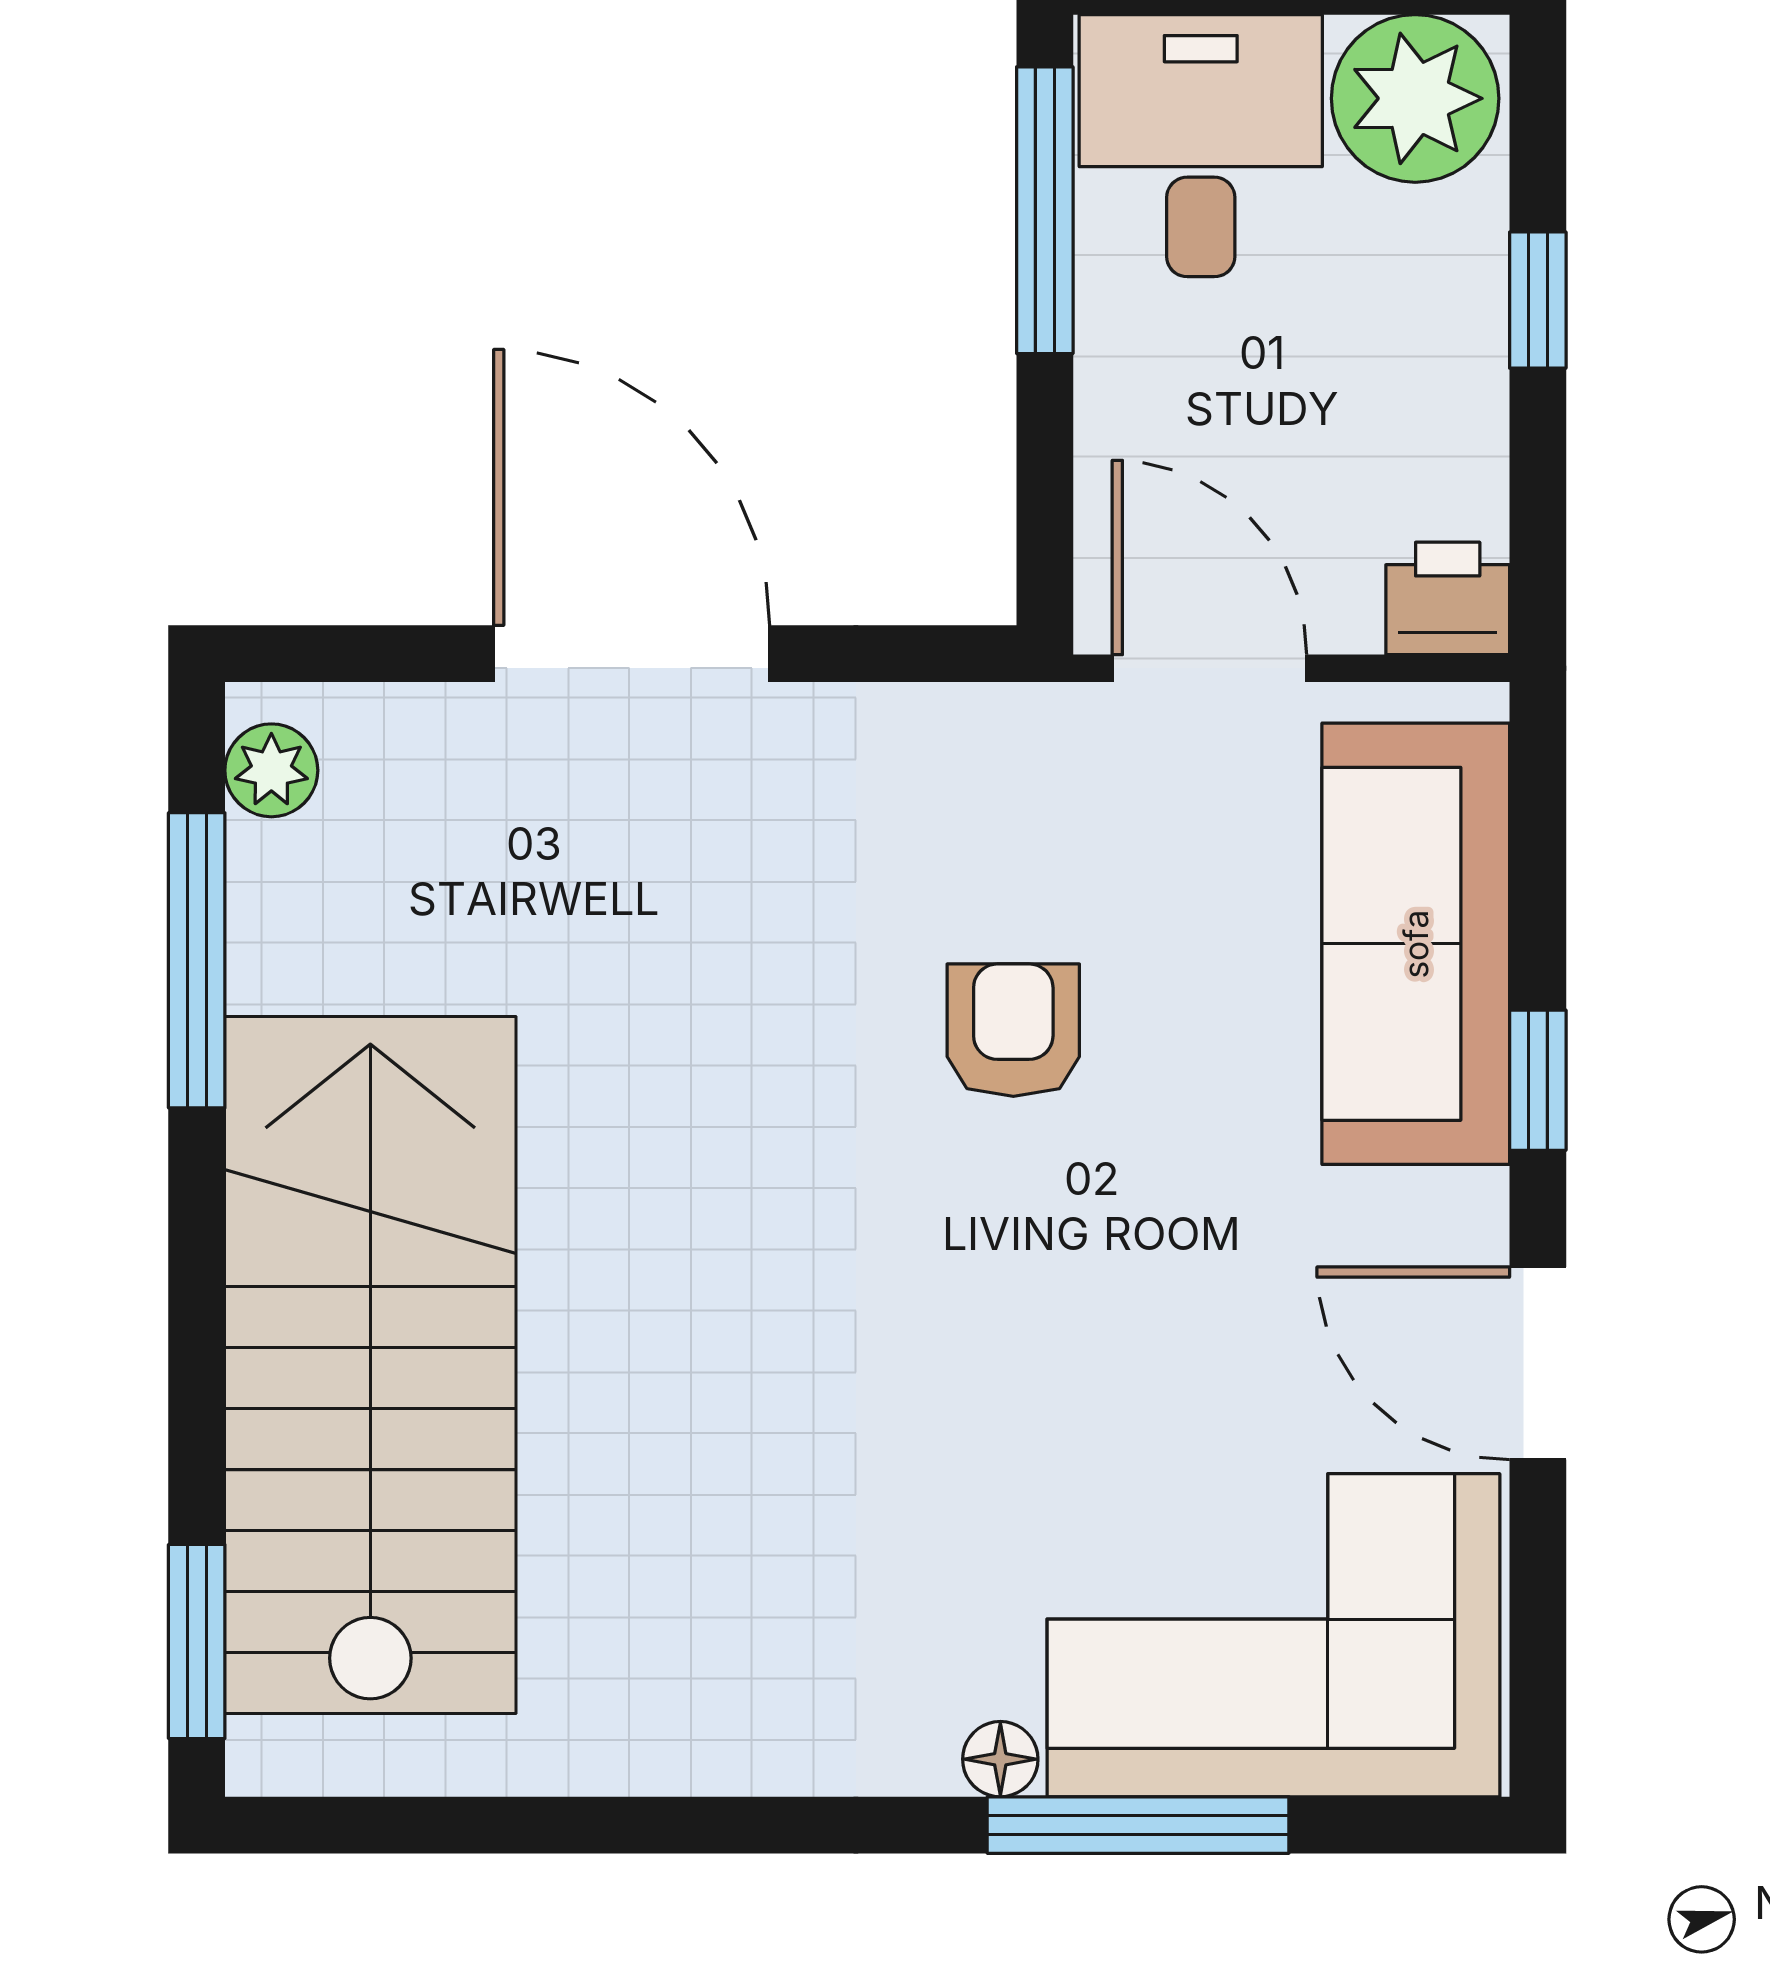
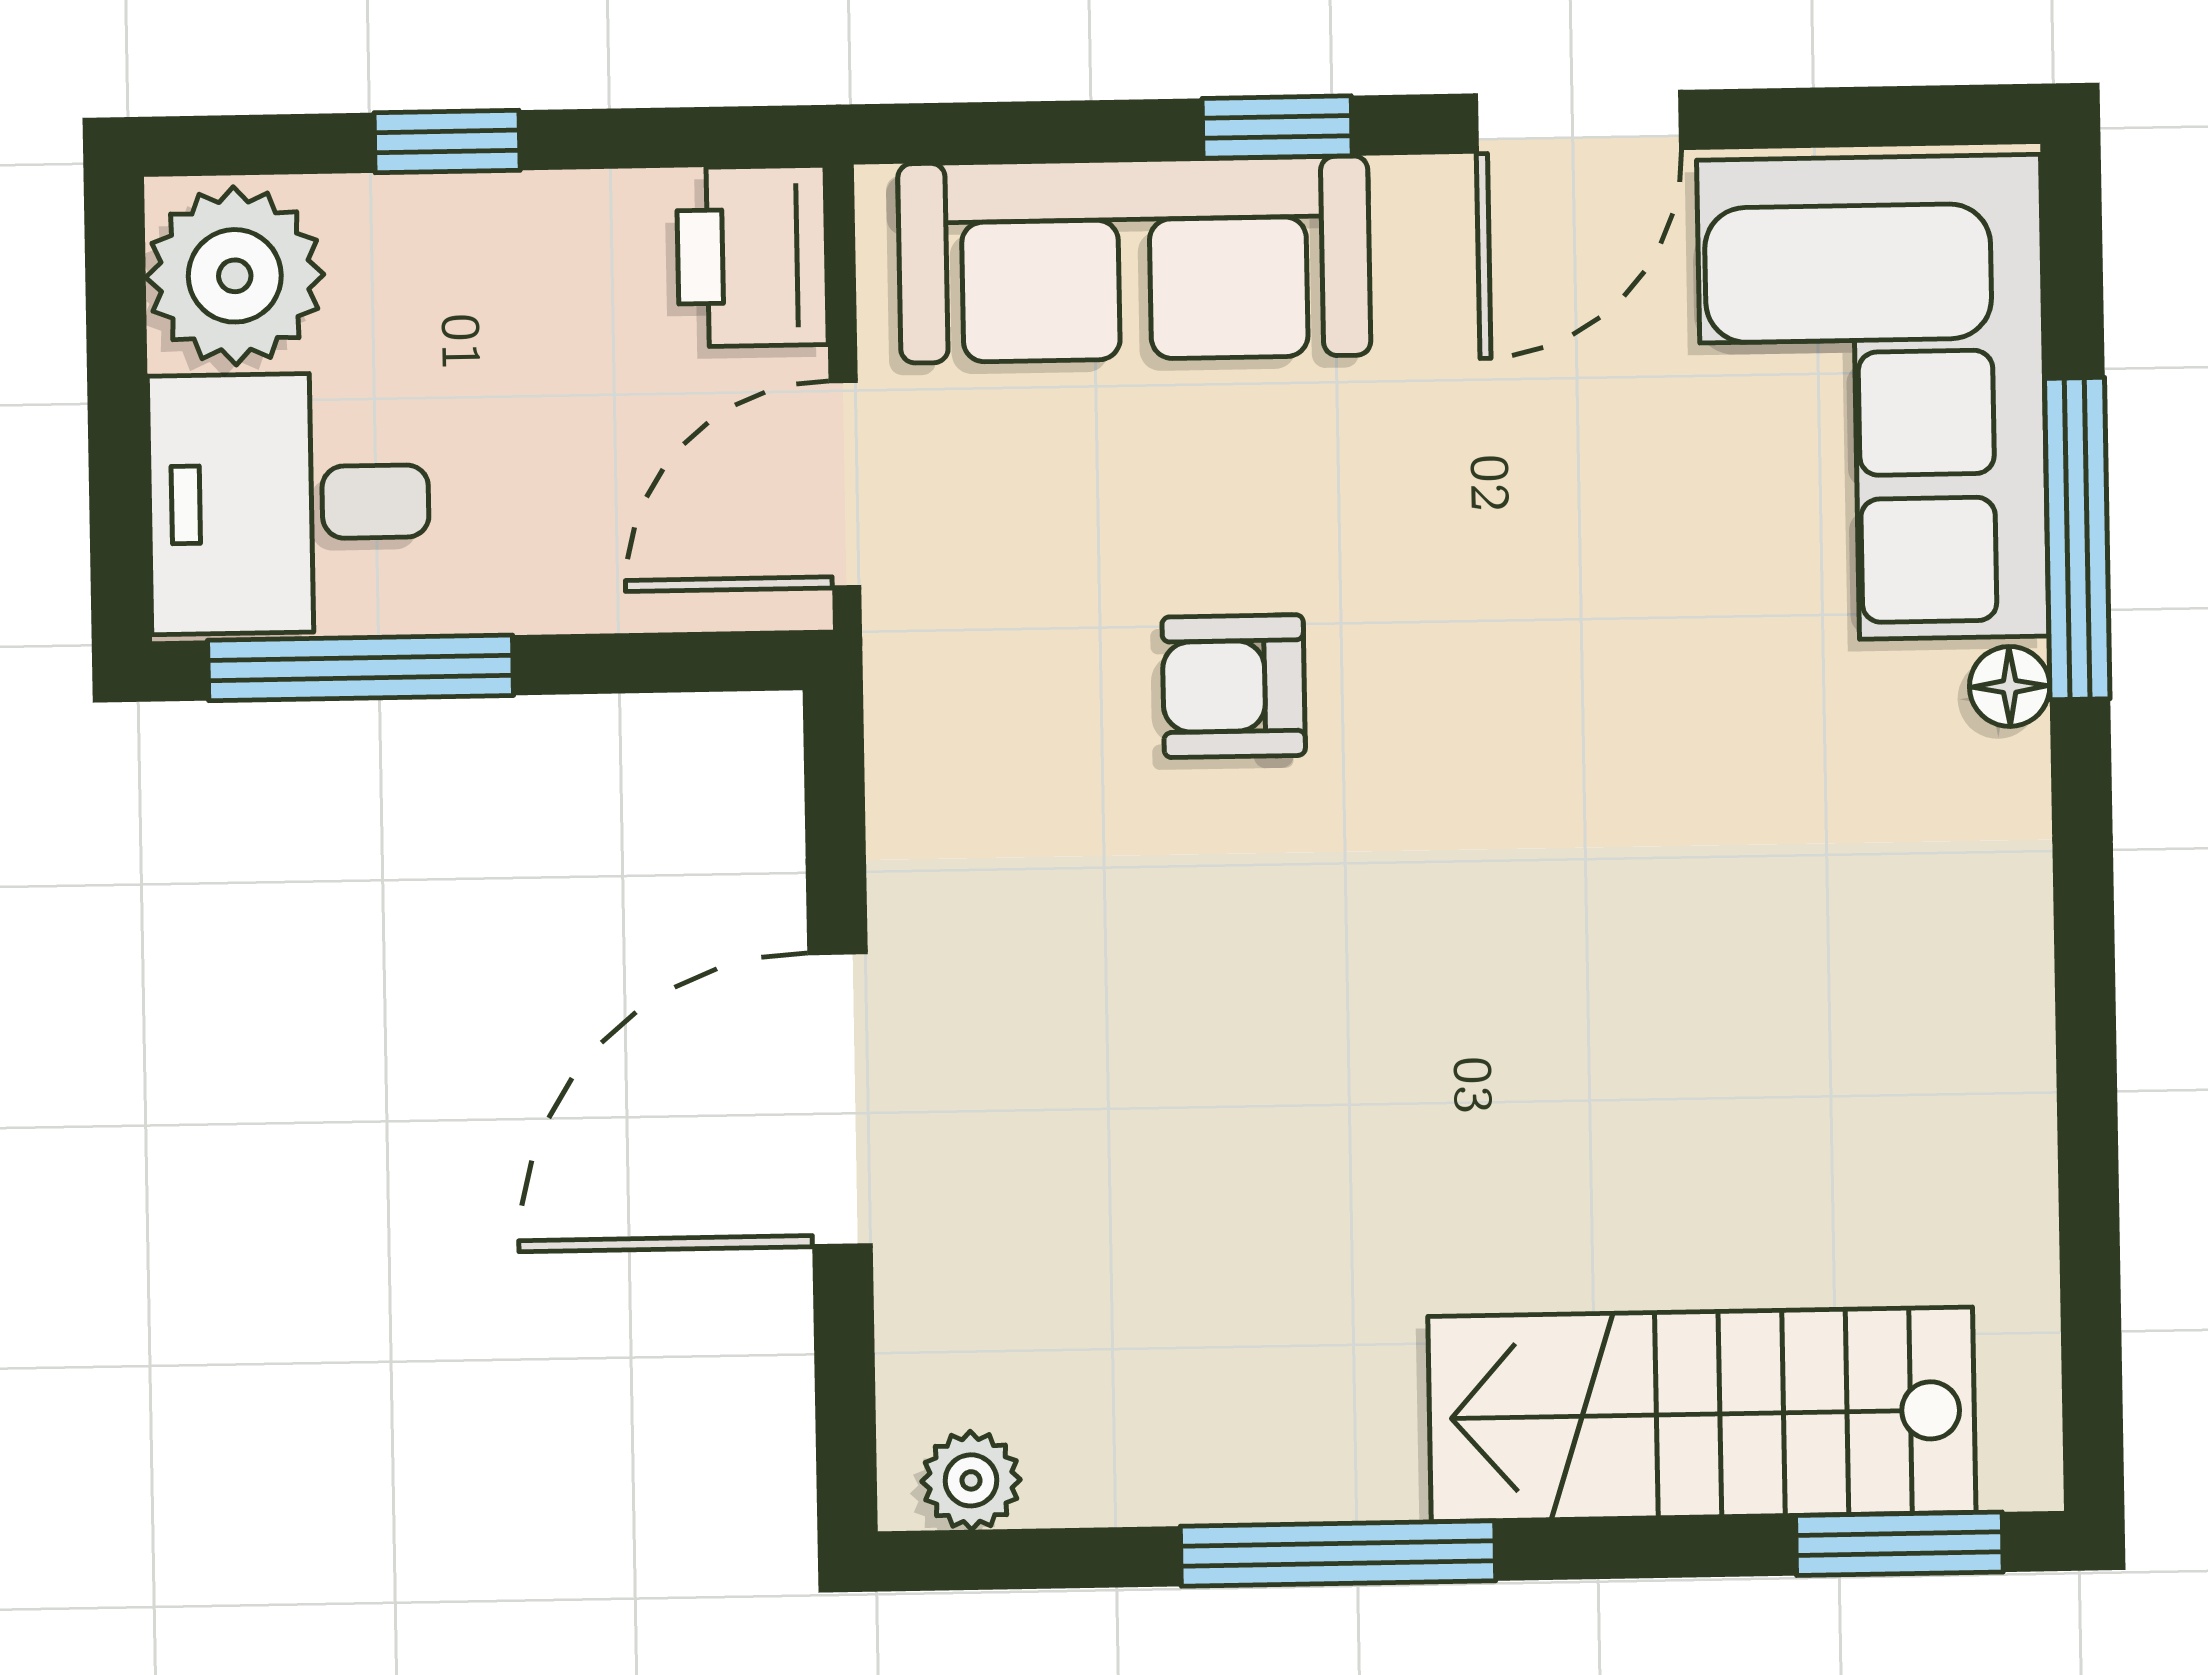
printer: (1448, 598) -> (752, 256), width x1.36, depth x1.24
window: (197, 960) -> (1338, 1554), moved
stairs: (370, 1365) -> (1702, 1414), width x0.73, depth x0.66

